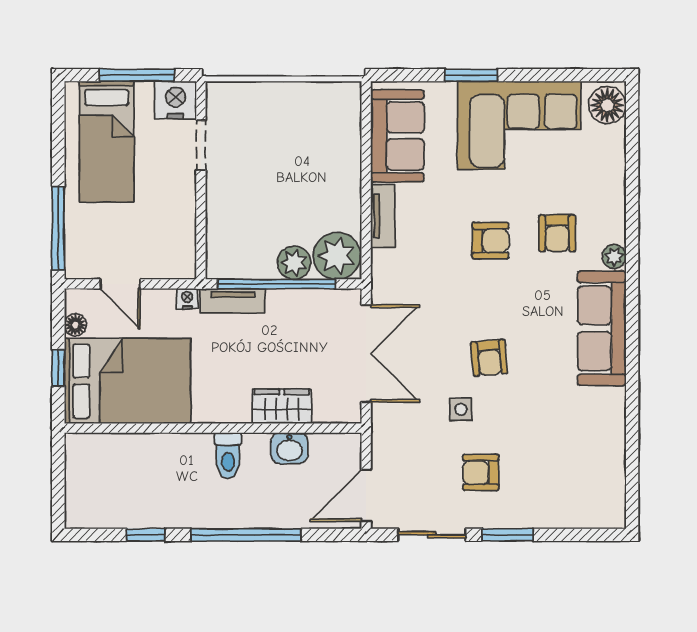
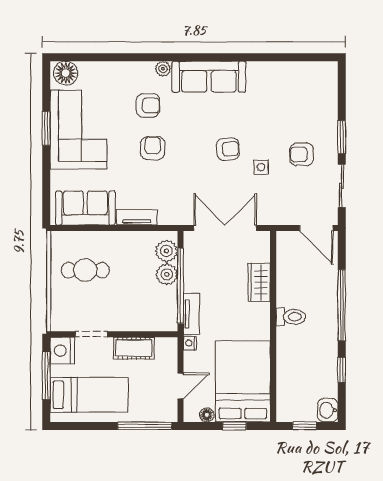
window: (471, 75) -> (46, 128), moved
cafe table: (301, 136) -> (85, 270), added
cot: (179, 211) -> (134, 348), added
plant: (337, 256) -> (166, 251), width x0.73, depth x0.73
washbasin: (289, 448) -> (328, 410), moved, turned 180
armchair: (481, 472) -> (302, 154), turned 90
window: (58, 477) -> (305, 426), added

